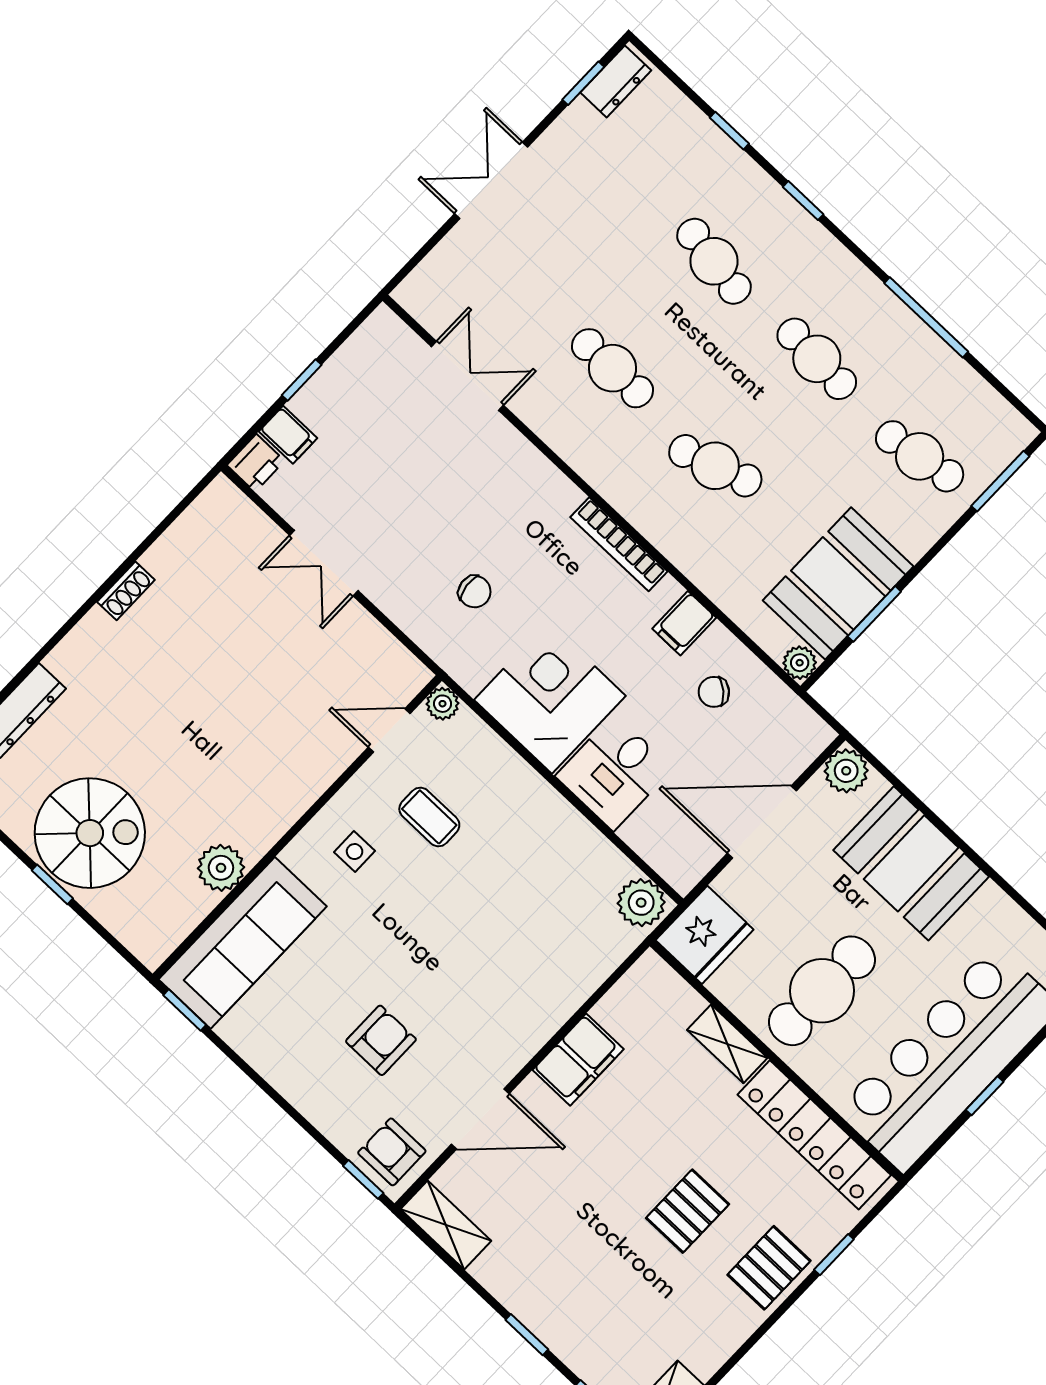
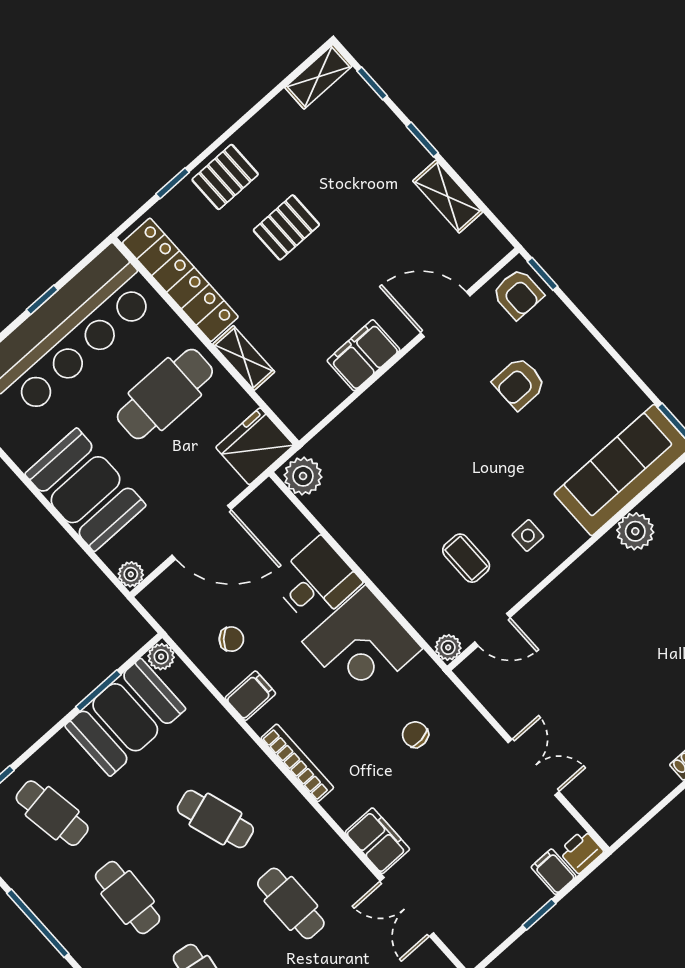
filing cabinet: (511, 455) -> (377, 841), added
plant: (846, 771) -> (131, 574), width x0.73, depth x0.73
shelving: (446, 1225) -> (448, 197), moved

